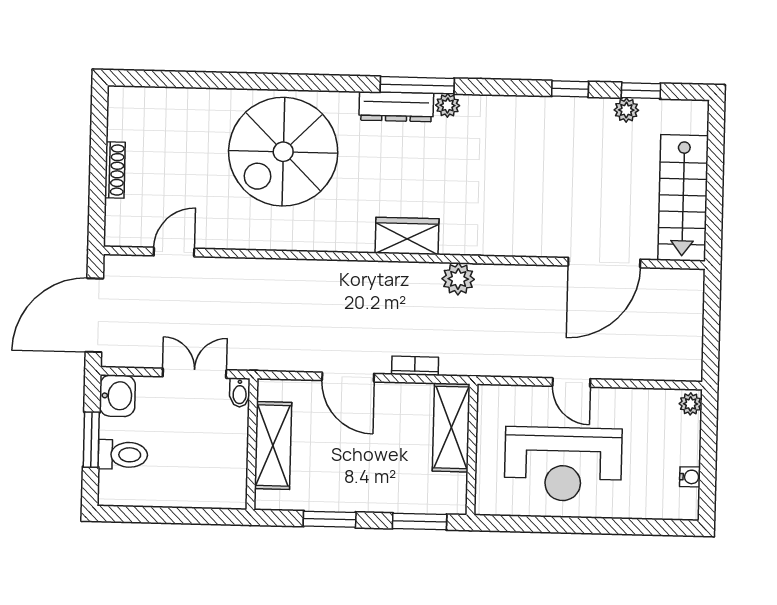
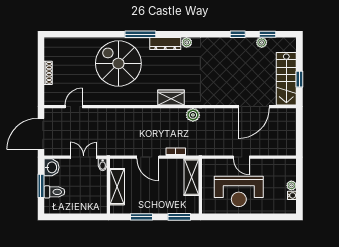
window: (417, 85) -> (140, 34), moved
spiral stairs: (283, 152) -> (118, 63), turned 90
window: (714, 200) -> (299, 79), added
plant: (690, 404) -> (291, 185), moved

